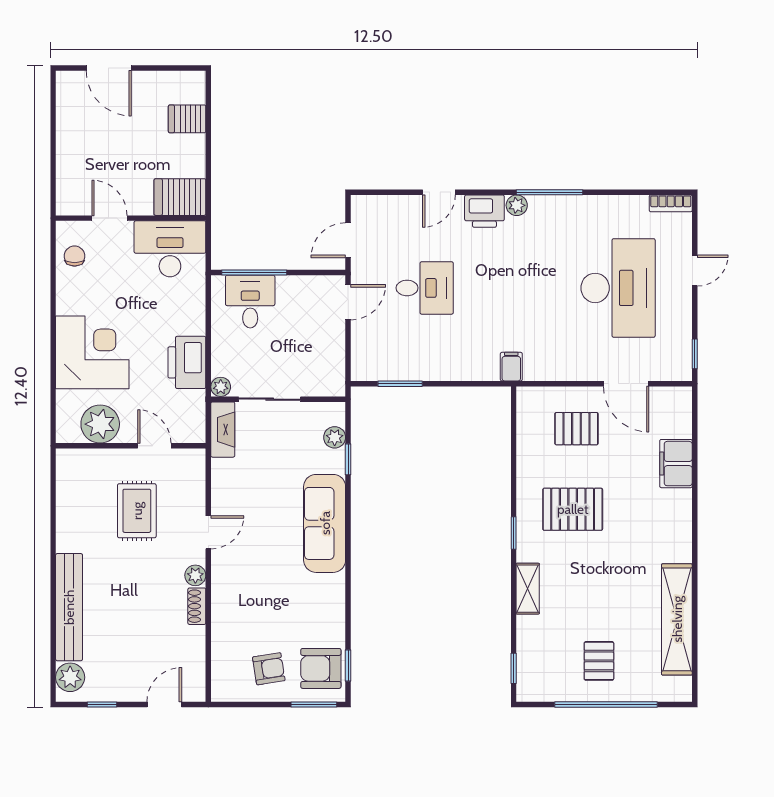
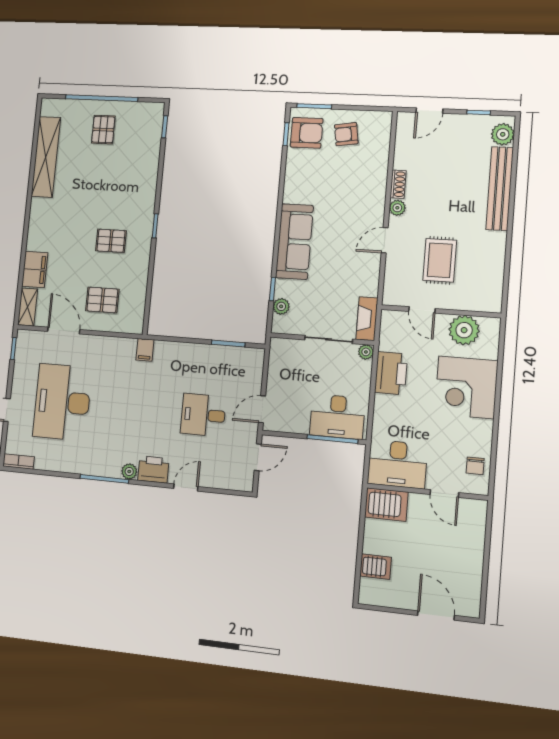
desk: (250, 302) -> (337, 417), width x1.37
pallet: (573, 509) -> (111, 241), width x0.67, depth x0.71
shelving: (528, 589) -> (28, 307), moved

